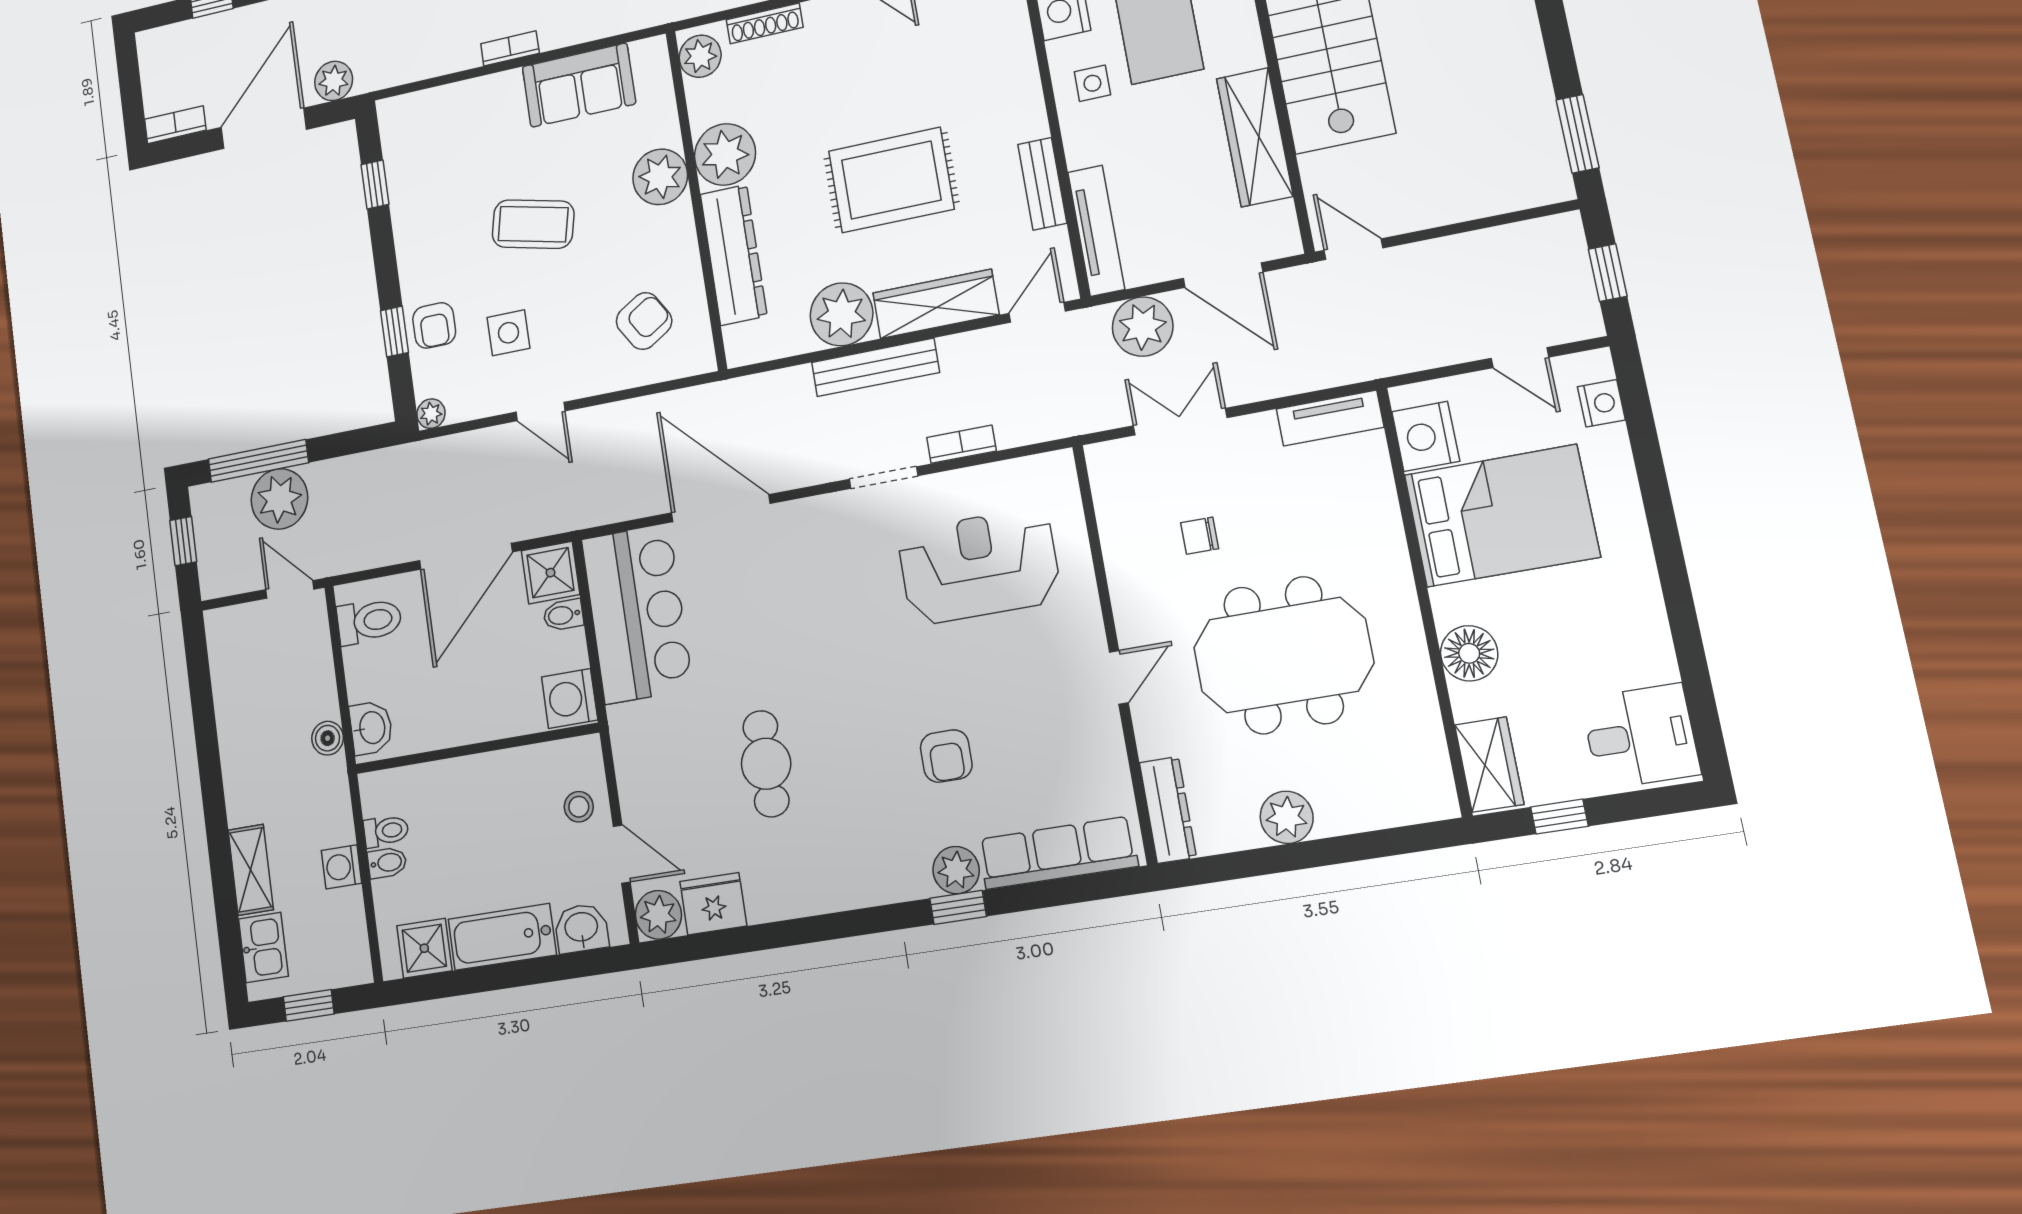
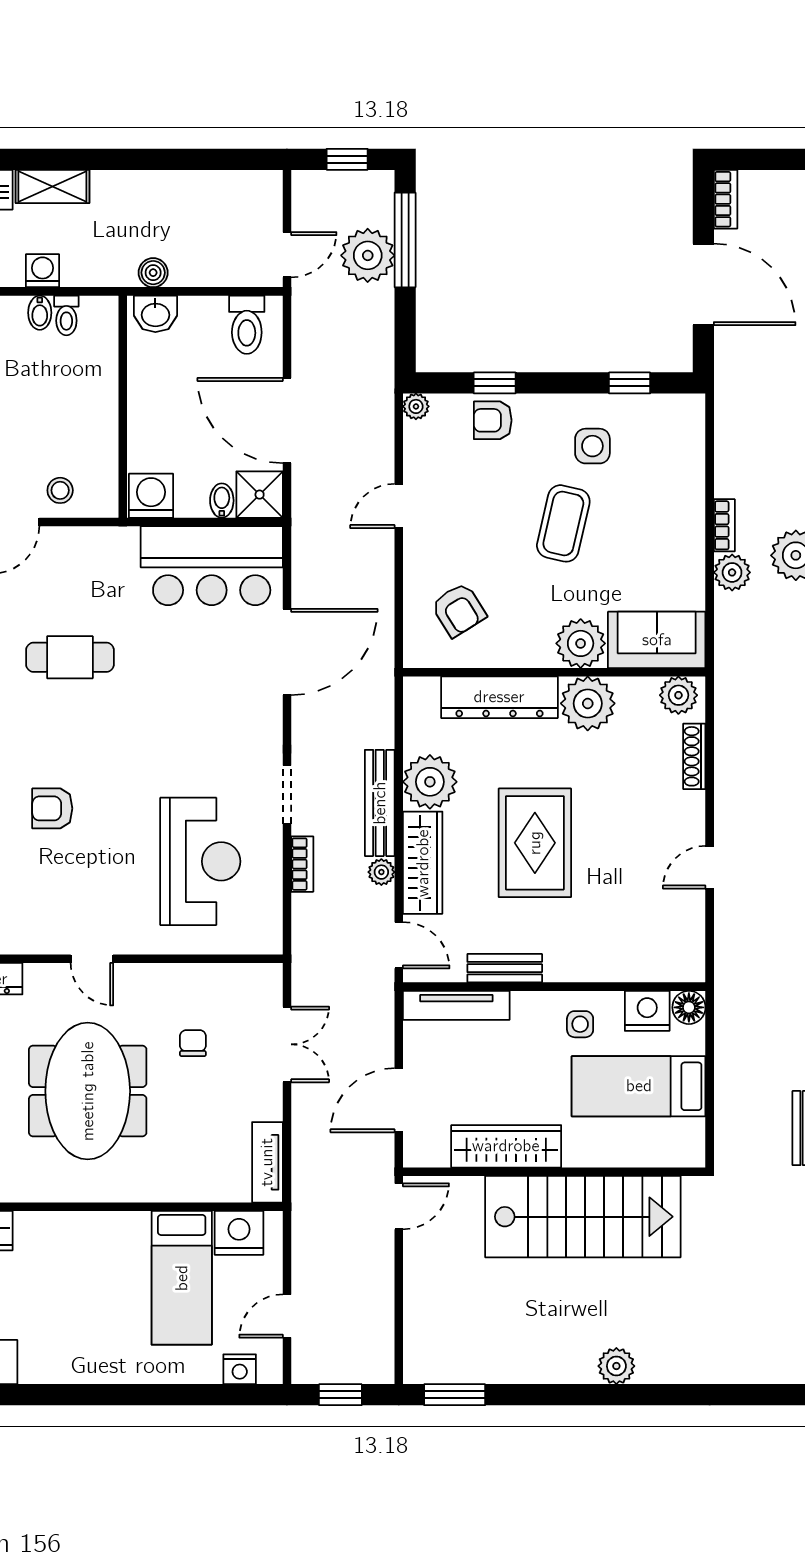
plant: (334, 81) -> (732, 572), moved
sofa: (579, 85) -> (657, 640), moved, turned 90
plant: (1143, 327) -> (381, 872), moved, width x0.53, depth x0.53
side table: (509, 333) -> (592, 446), moved
bed: (1502, 516) -> (182, 1278), width x0.67
floor lamp: (1469, 653) -> (65, 1233), removed

